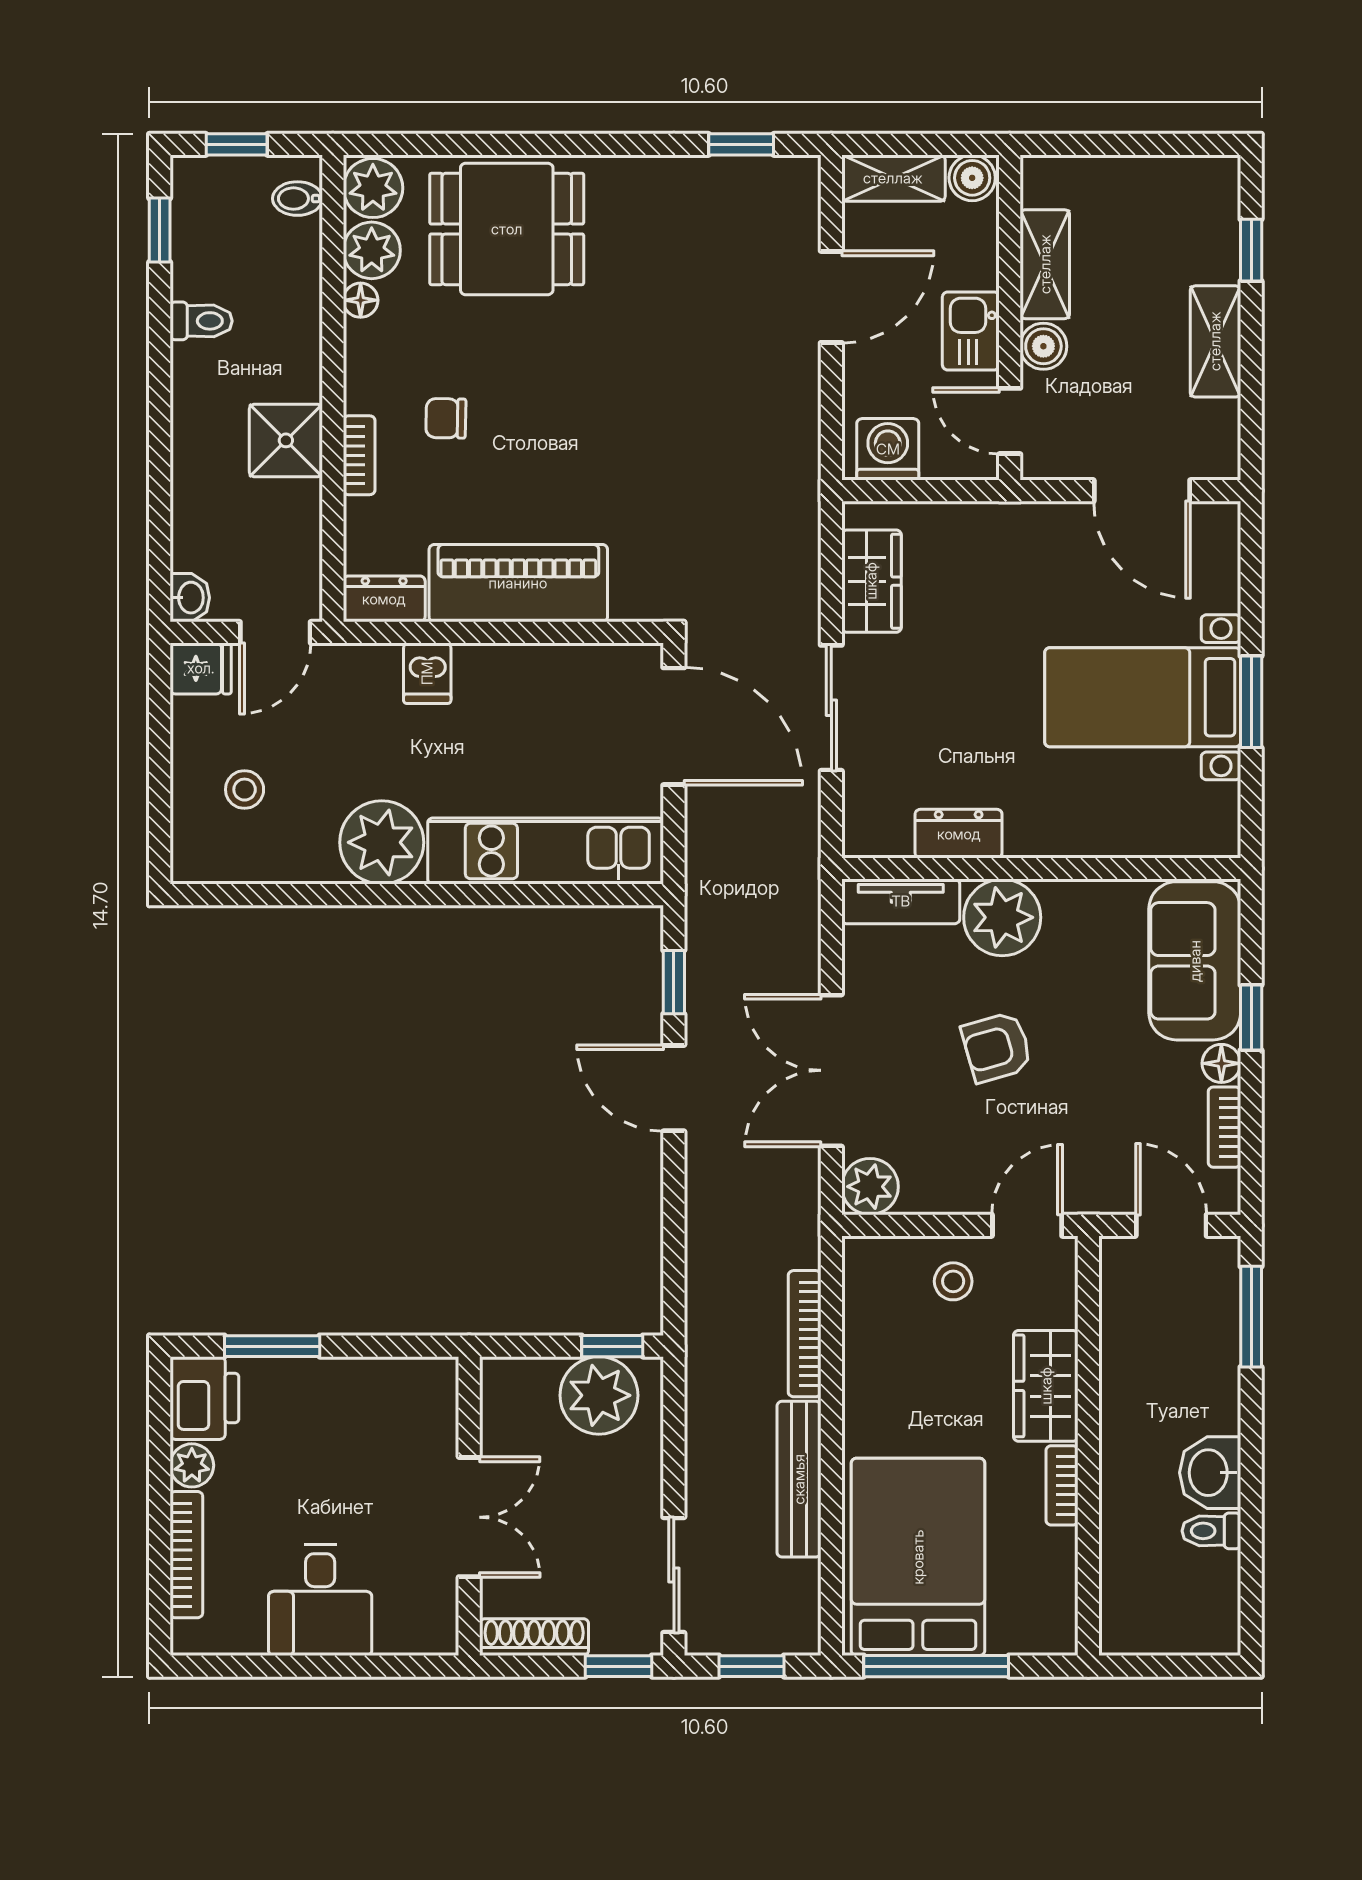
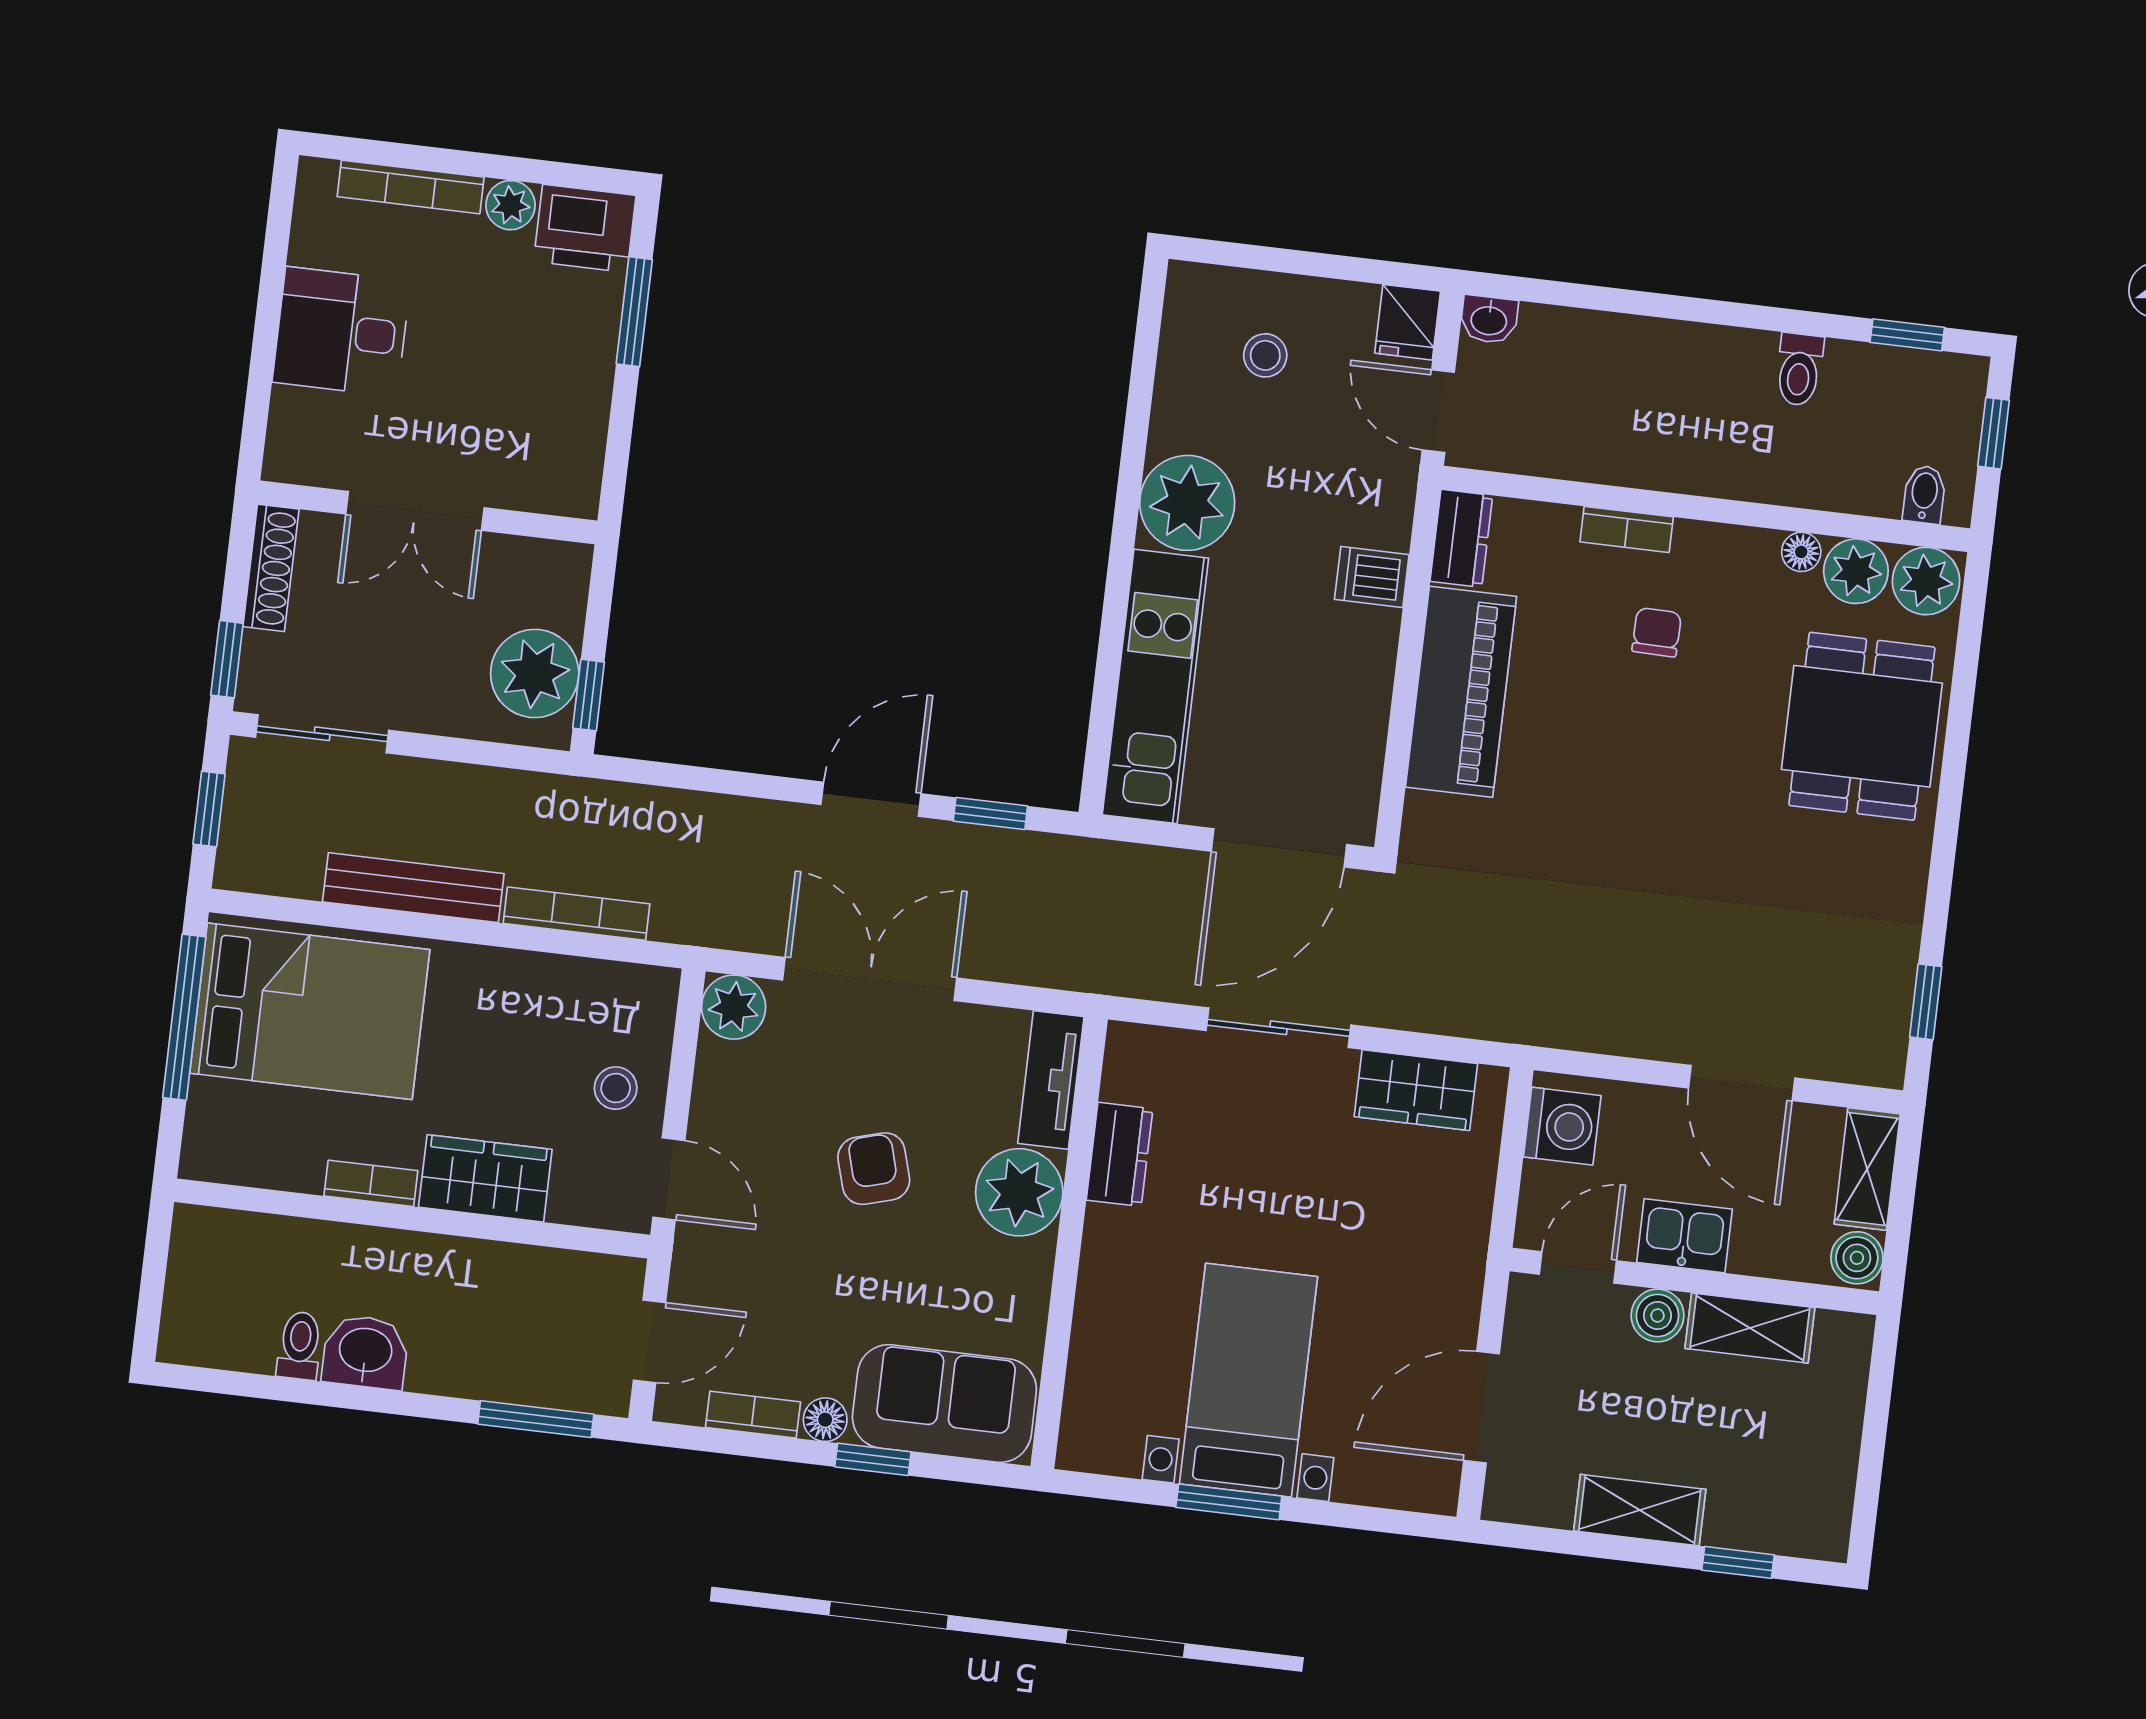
shower: (286, 440) -> (1653, 449), removed

